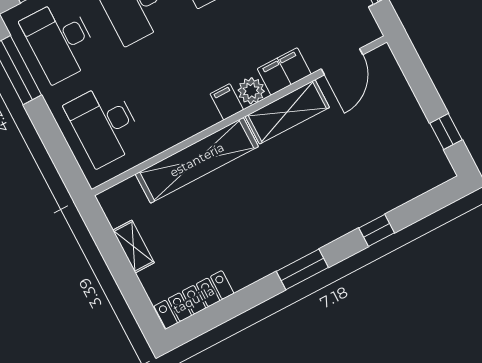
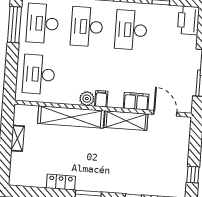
door: (342, 62) -> (165, 113), swing flipped
plant: (251, 91) -> (87, 99), moved
locker: (194, 300) -> (61, 182), moved, width x0.66

